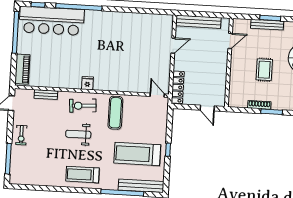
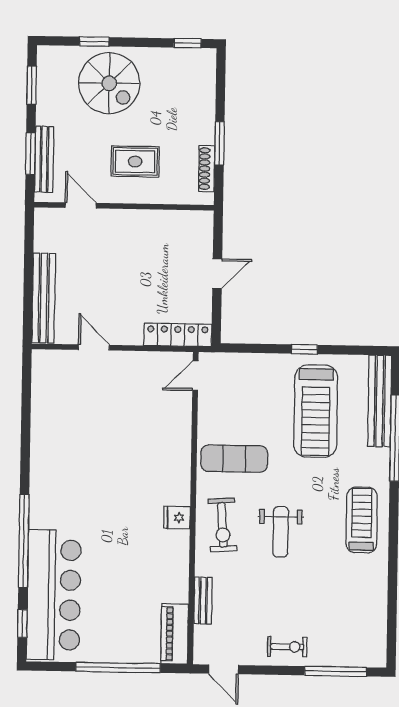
window: (16, 32) -> (118, 668), moved
door: (230, 41) -> (81, 205), moved
wall: (229, 62) -> (124, 206), moved
piano: (22, 69) -> (175, 634), moved, turned -90
treadmill: (83, 175) -> (362, 520), turned 180

